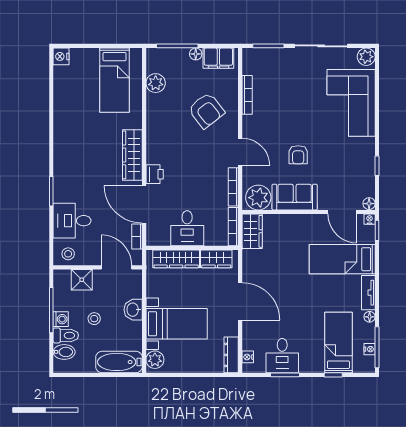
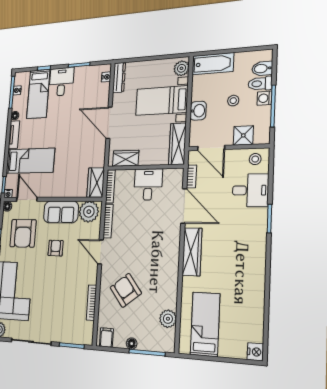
filing cabinet: (218, 58) -> (106, 337), width x0.50
armchair: (344, 171) -> (23, 233), added
printer: (155, 174) -> (173, 233), removed
wardrobe: (176, 259) -> (177, 144), moved, turned -90
desk: (282, 356) -> (61, 82), moved

